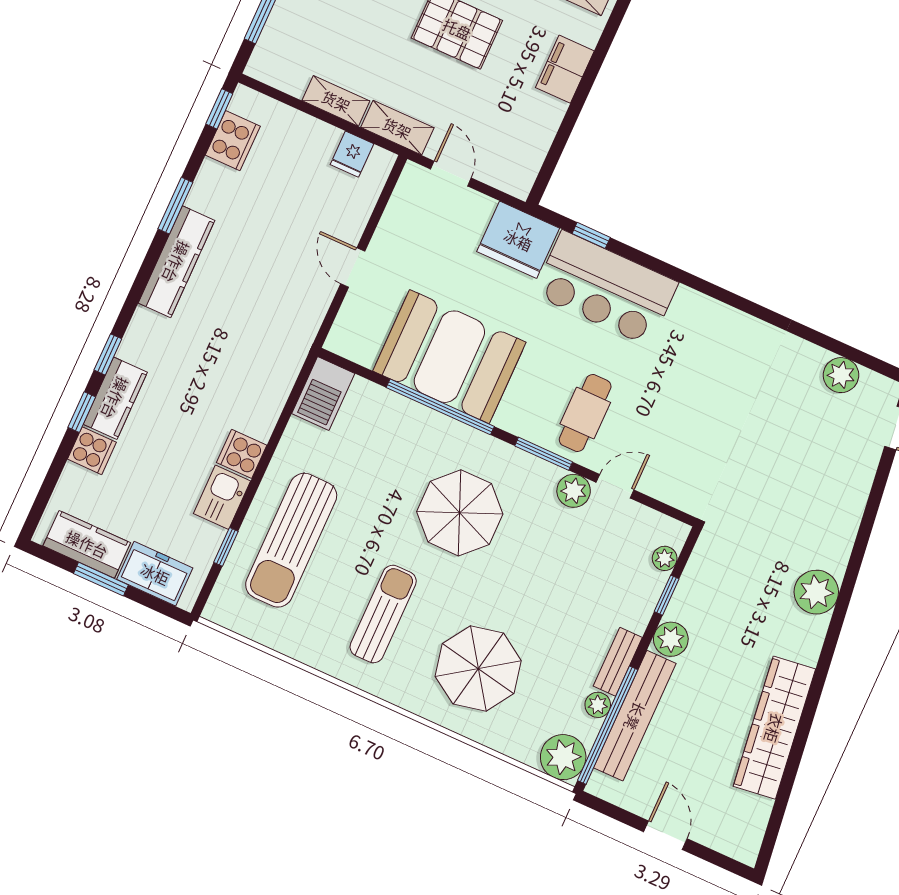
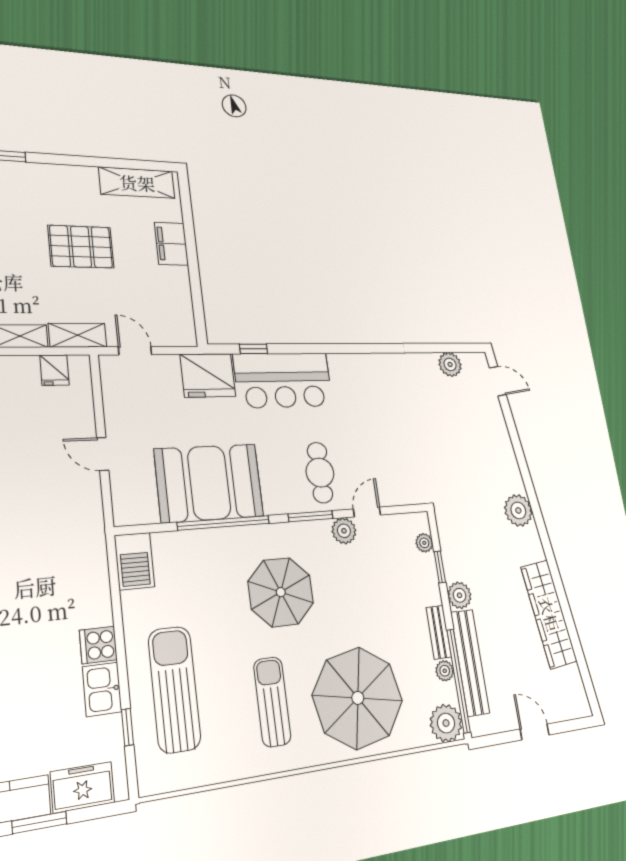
sun lounger: (291, 540) -> (174, 689), turned 180
parasol: (478, 669) -> (358, 698), width x1.36, depth x1.36

